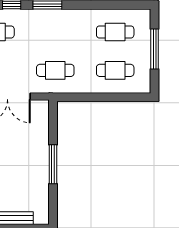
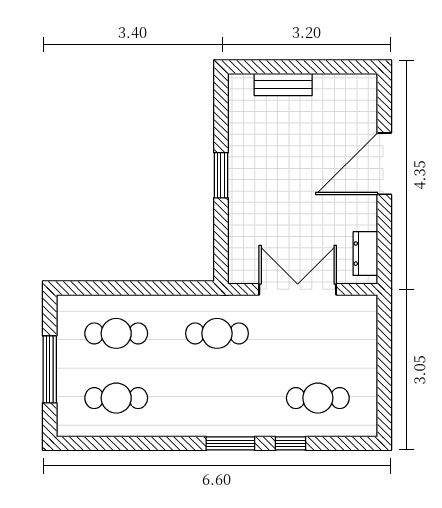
window: (53, 164) -> (221, 175), width x0.69

